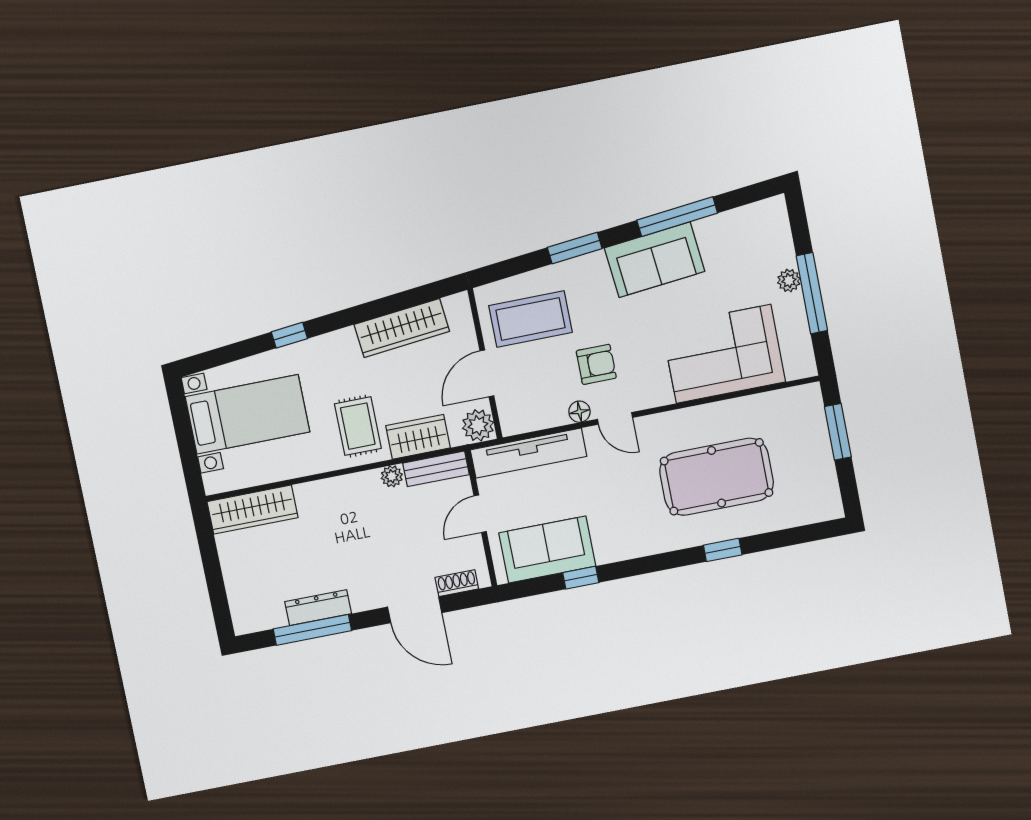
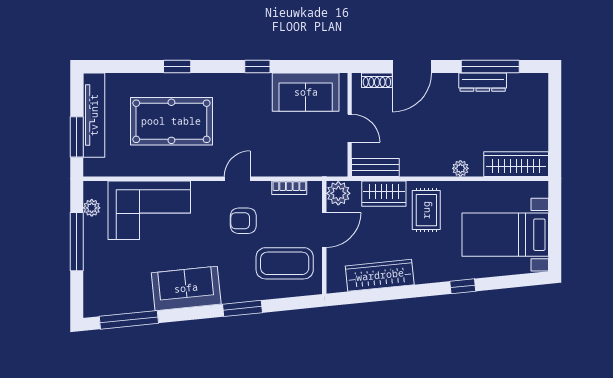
window: (677, 217) -> (129, 320), moved
plant: (789, 281) -> (92, 208), moved
floor lamp: (579, 412) -> (262, 189), removed
door: (615, 418) -> (237, 179), hinge flipped
bookcase: (544, 420) -> (289, 188), added
tv unit: (529, 453) -> (94, 115), moved, turned 90
plant: (392, 476) -> (460, 168), moved
door: (480, 514) -> (350, 128), hinge flipped
window: (581, 578) -> (257, 67), moved
door: (415, 610) -> (412, 67), swing flipped

